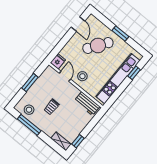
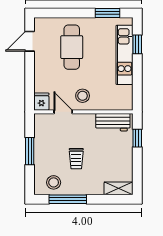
door: (78, 24) -> (30, 41), swing flipped
window: (120, 33) -> (108, 13), moved
cafe table: (98, 46) -> (72, 47), turned -35
kitchen unit: (118, 79) -> (124, 55), width x0.73
window: (78, 141) -> (137, 138), moved

